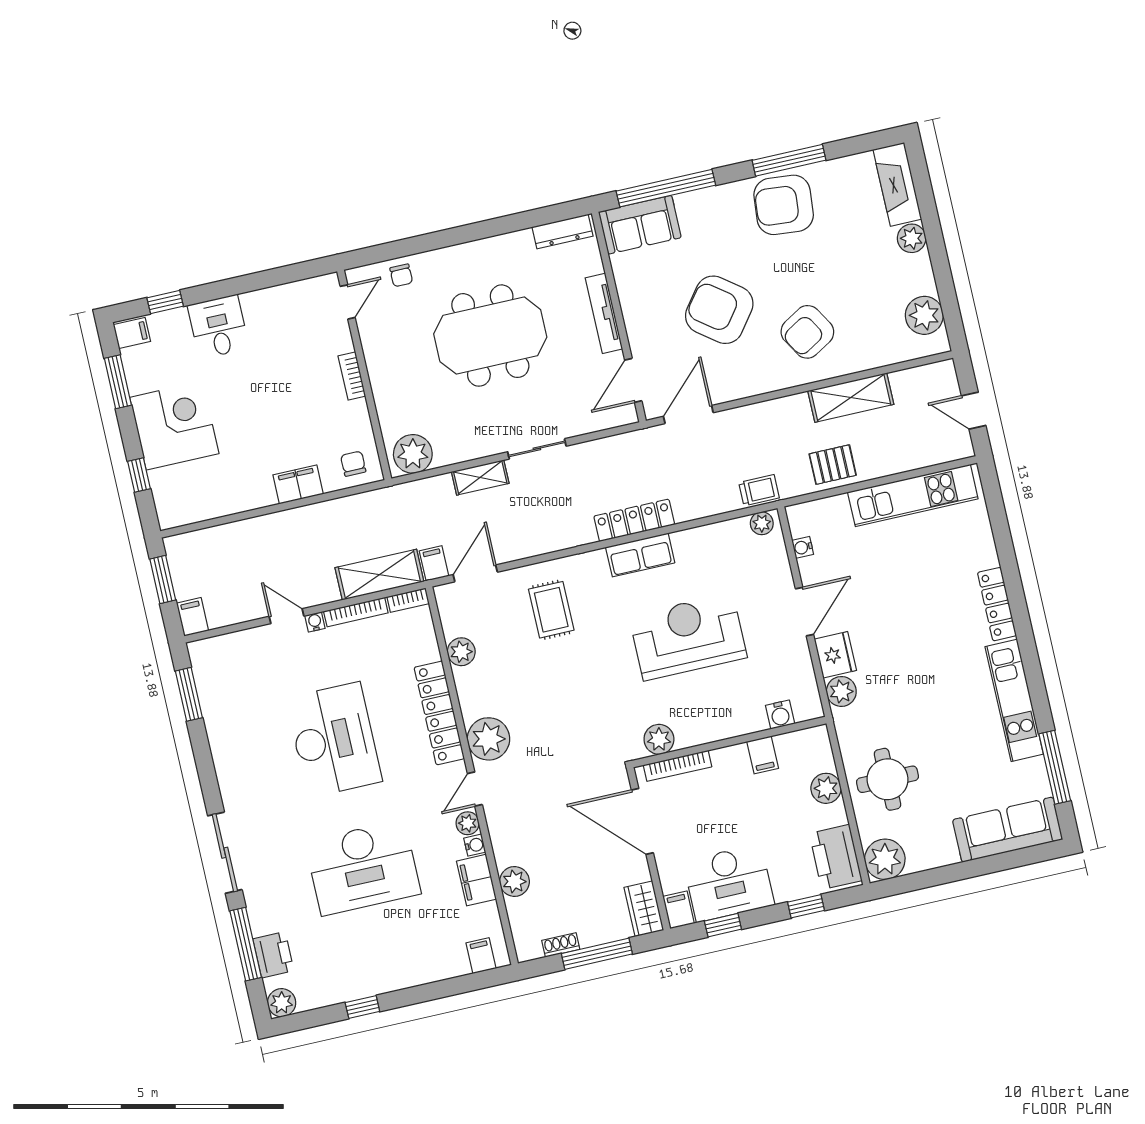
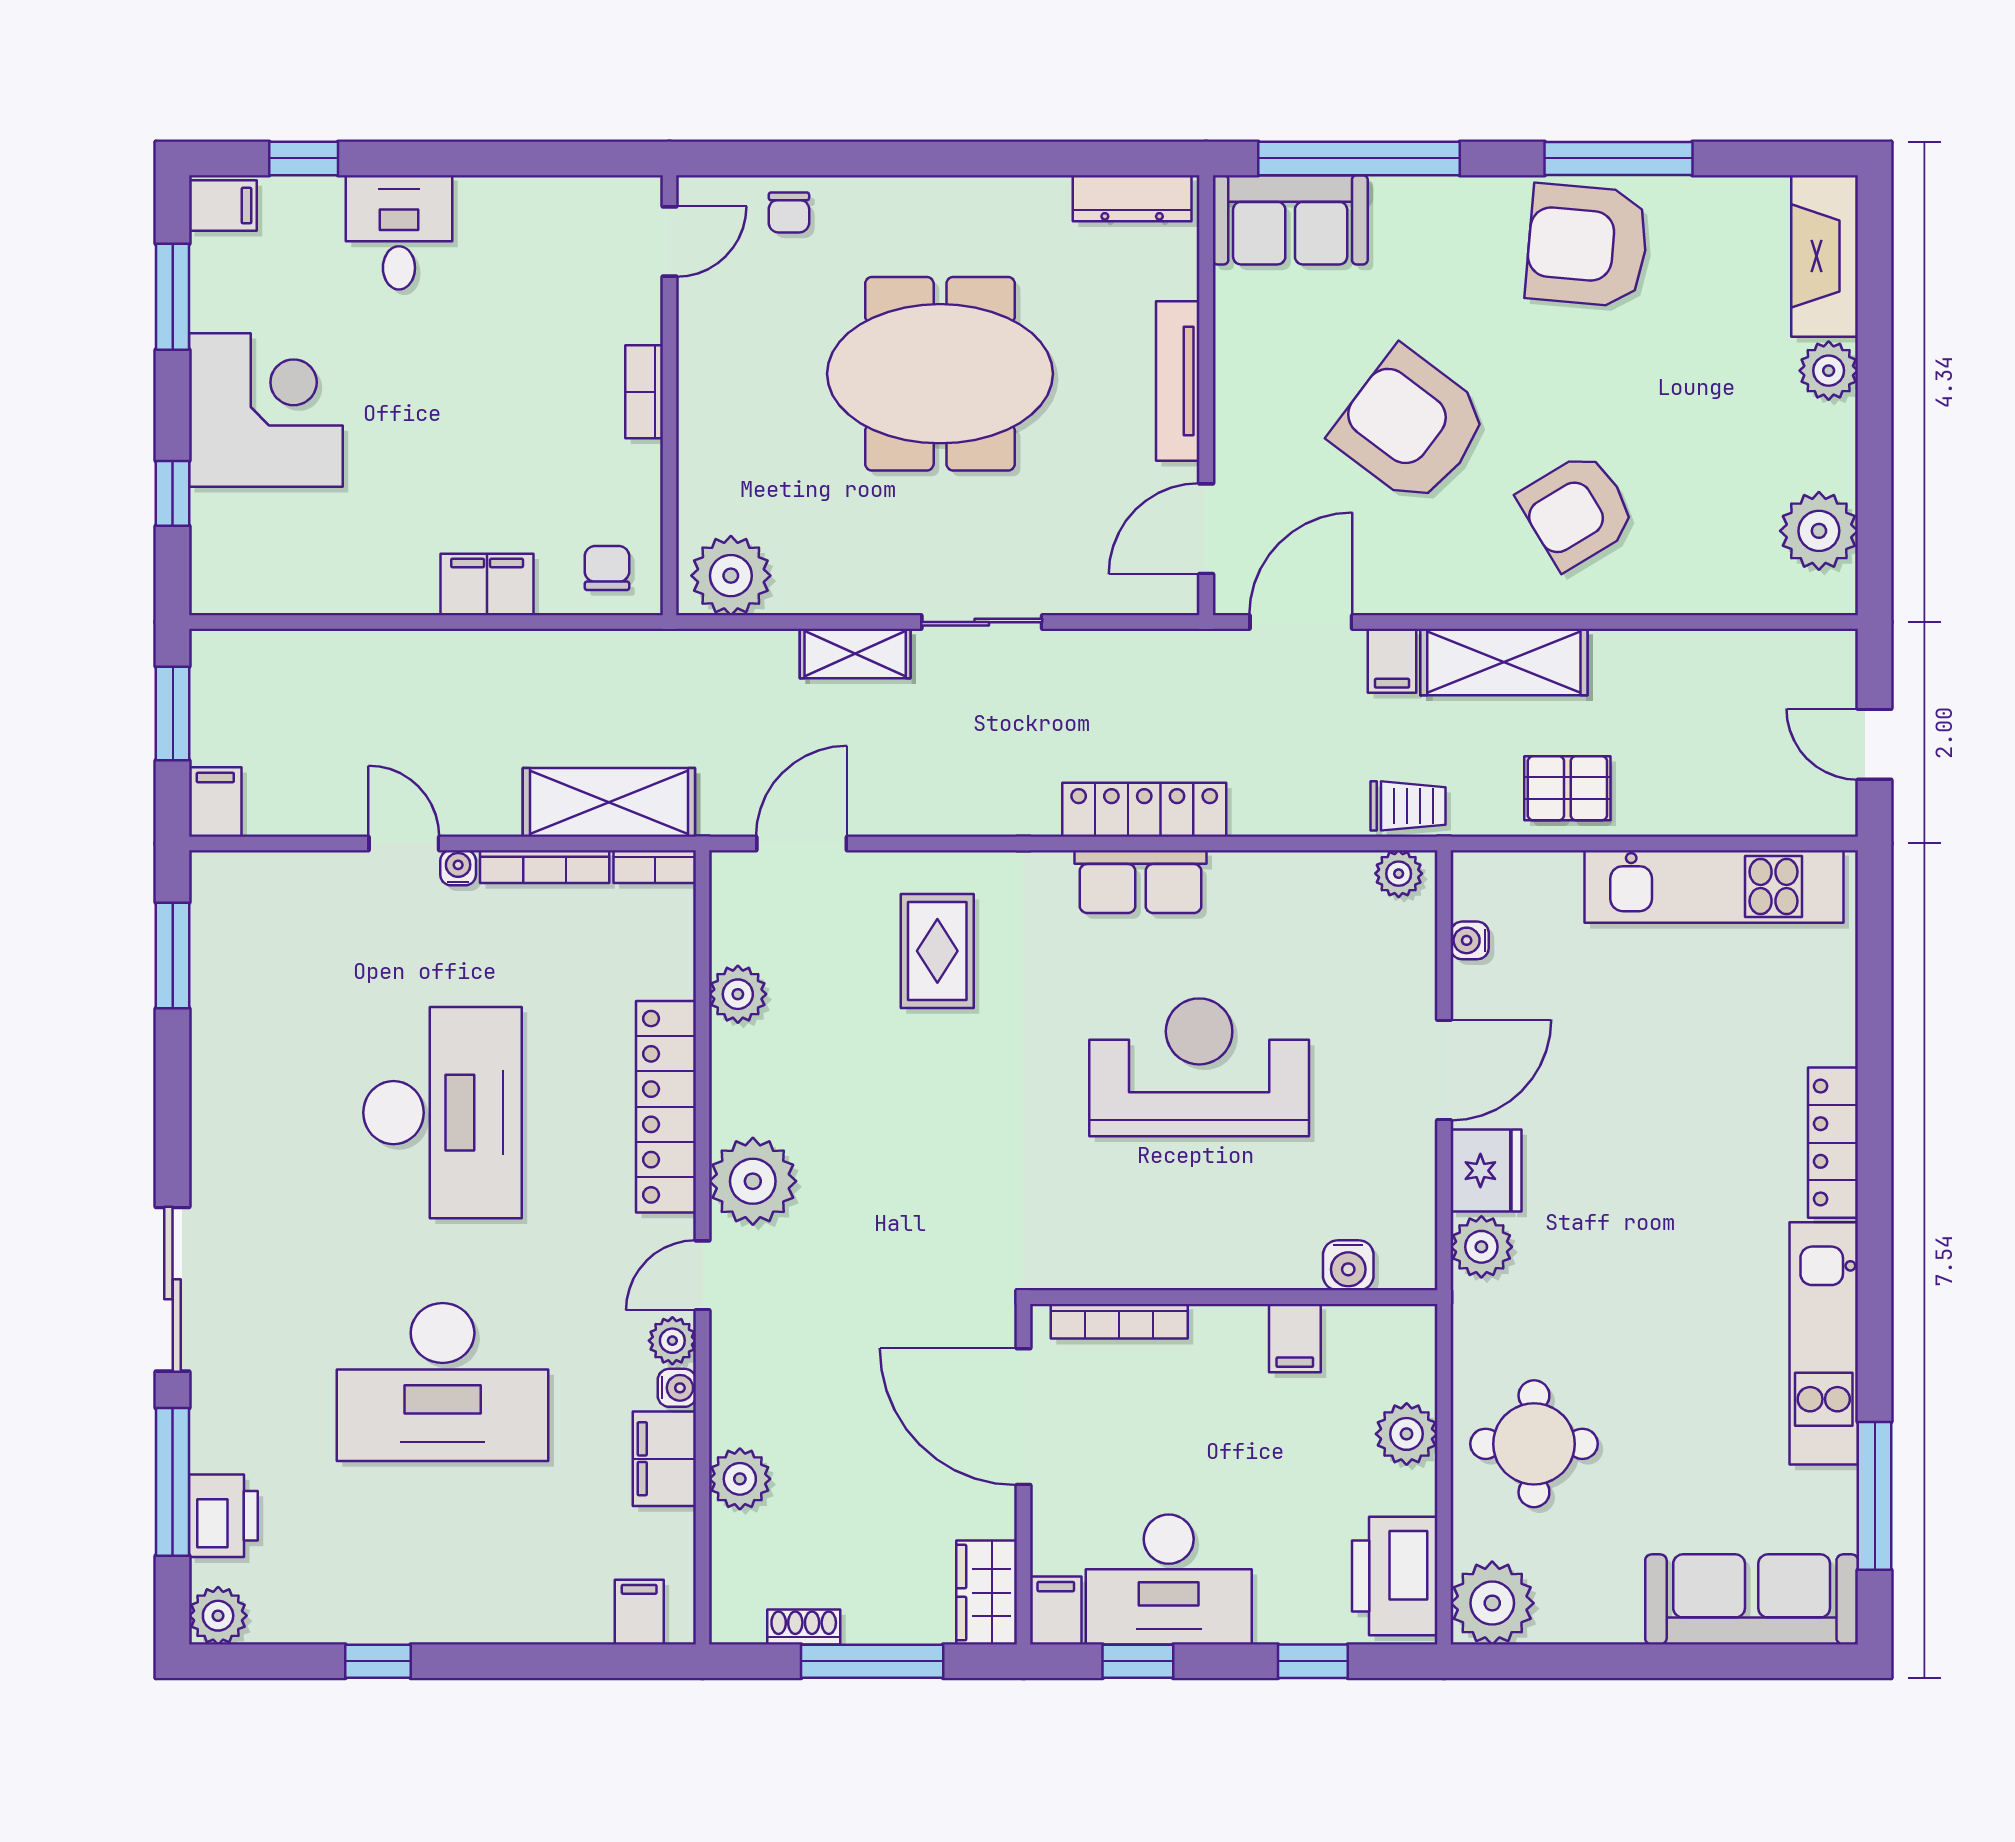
shelving: (851, 398) -> (1504, 662), moved
filing cabinet: (434, 563) -> (1392, 661), moved, turned 180
plant: (659, 739) -> (1094, 1260), removed

